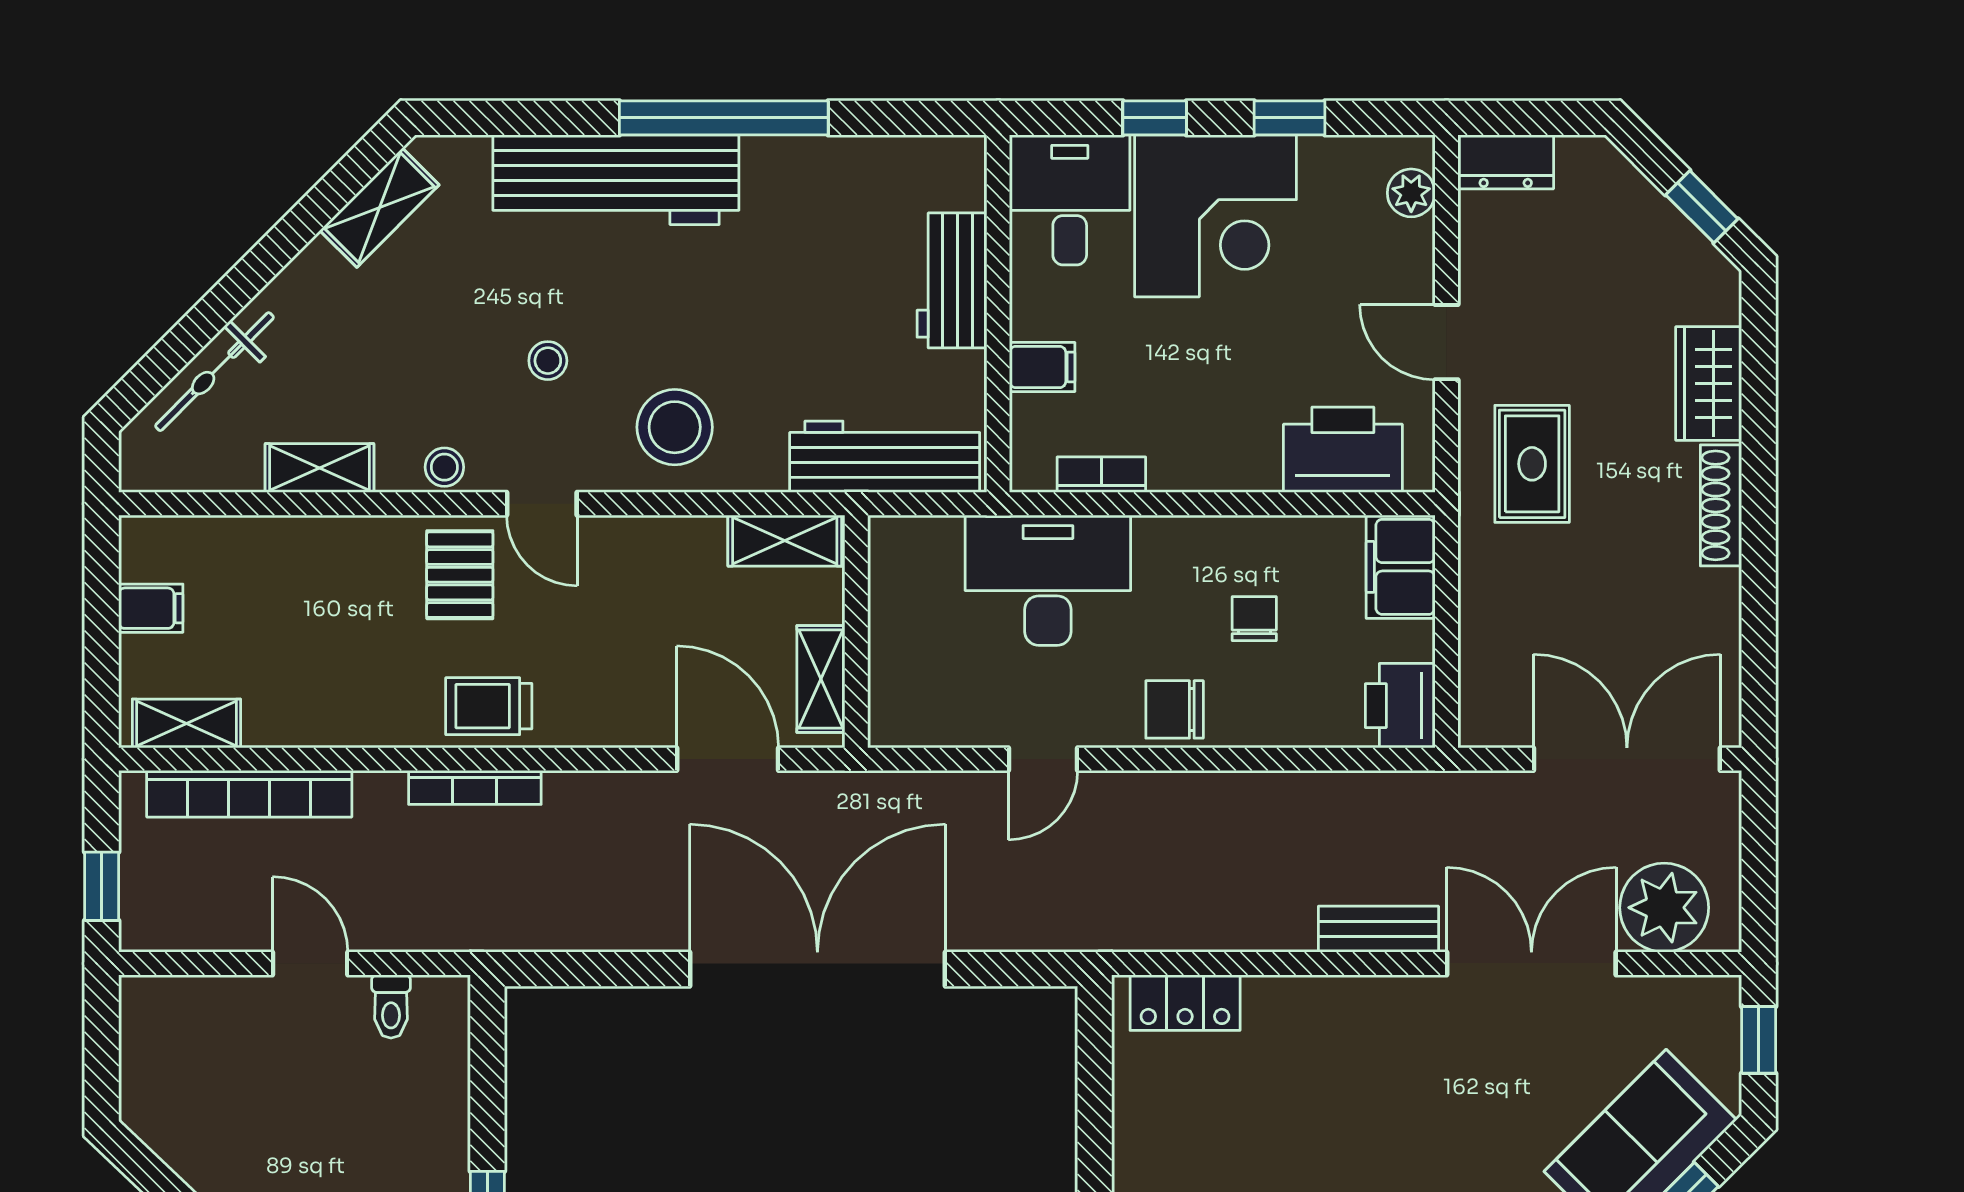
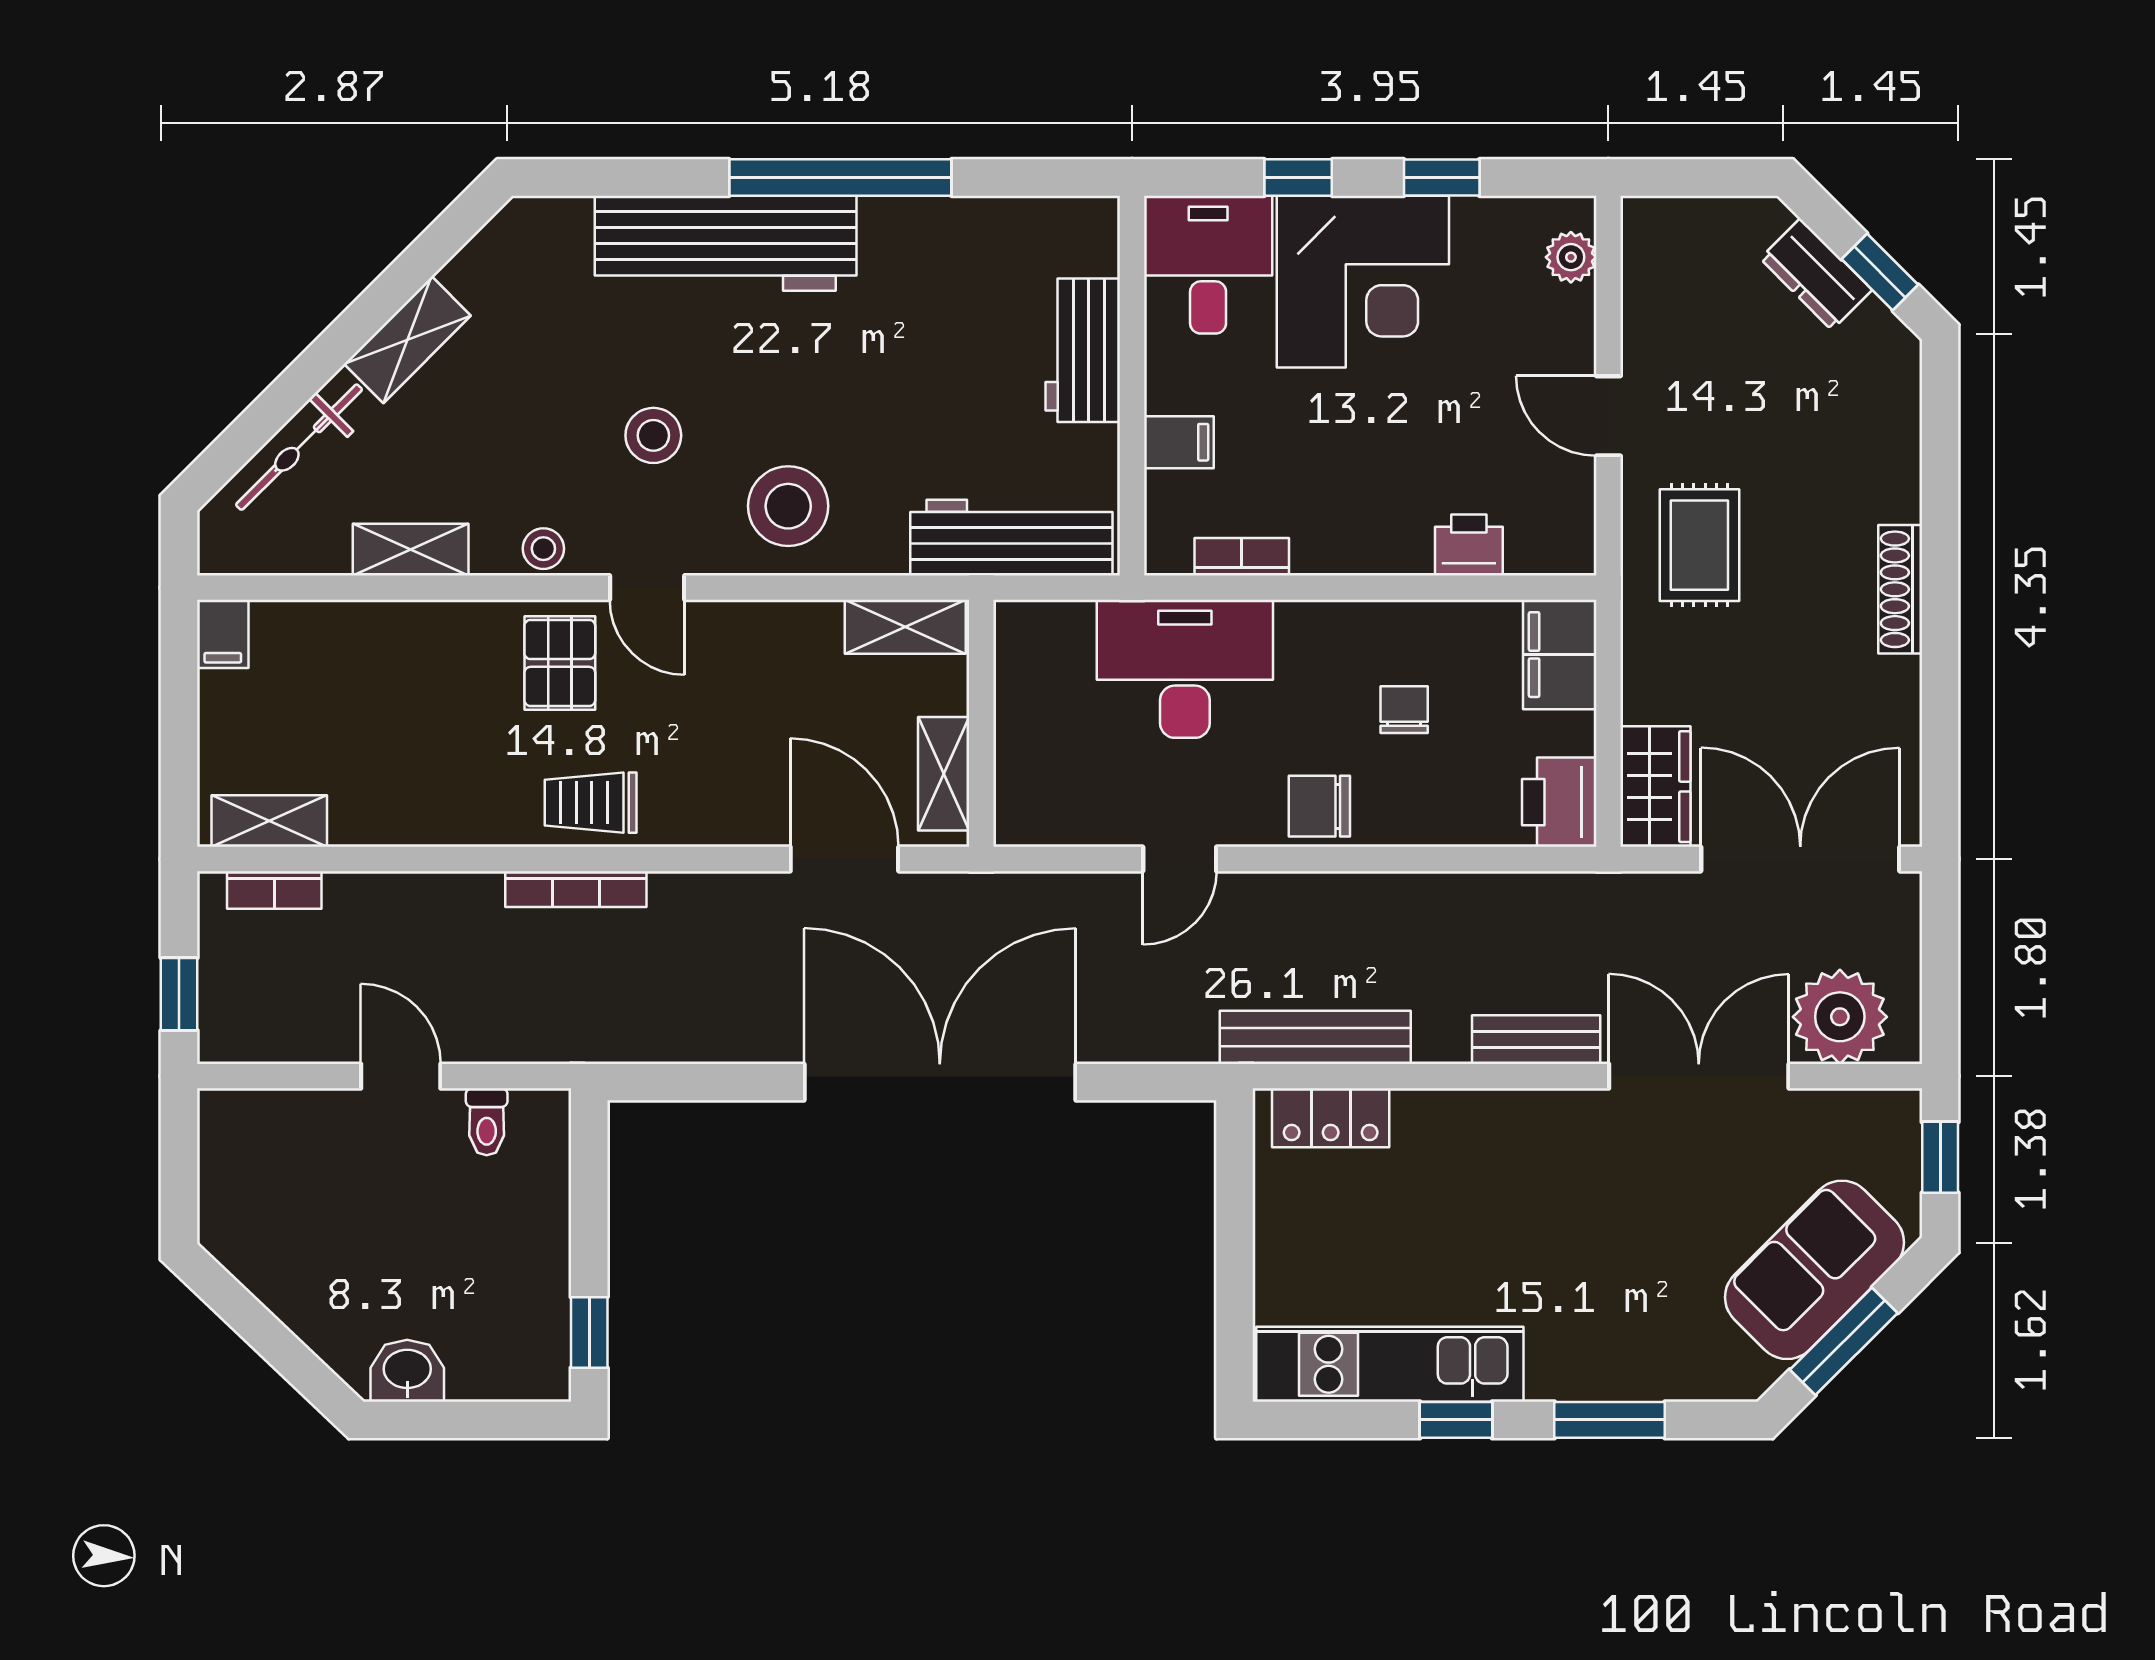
dresser: (1506, 162) -> (1816, 274), moved, turned 45
shelving: (379, 208) -> (407, 340), moved
stool: (548, 361) -> (653, 435), width x1.37, depth x1.37
wardrobe: (1709, 384) -> (1655, 787), moved, turned 180
printer: (1343, 450) -> (1469, 545), width x0.53, depth x0.68
filing cabinet: (151, 608) -> (223, 634), moved, turned 90
bookcase: (249, 794) -> (274, 890), width x0.43, depth x0.76
bench: (1171, 927) -> (1315, 1037), added

